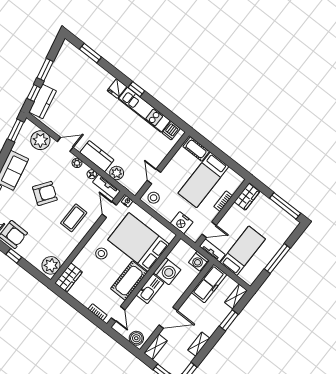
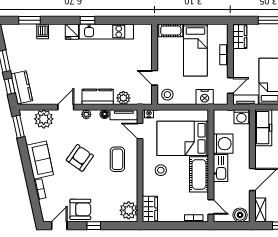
dishwasher: (171, 131) -> (43, 31), moved

